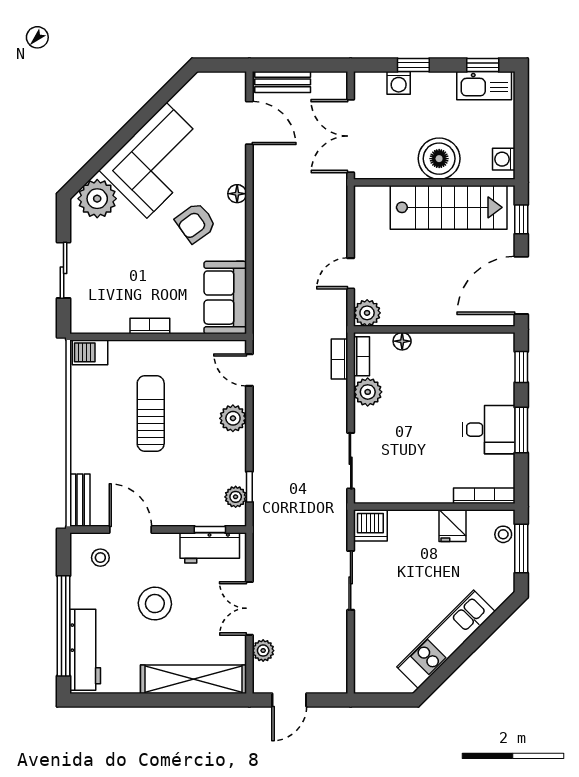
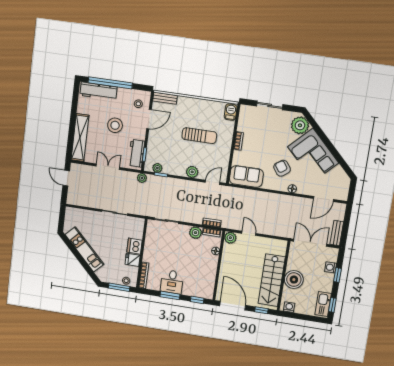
bench: (283, 82) -> (337, 233), moved
dishwasher: (370, 525) -> (135, 246), moved
plant: (263, 651) -> (142, 178), moved

